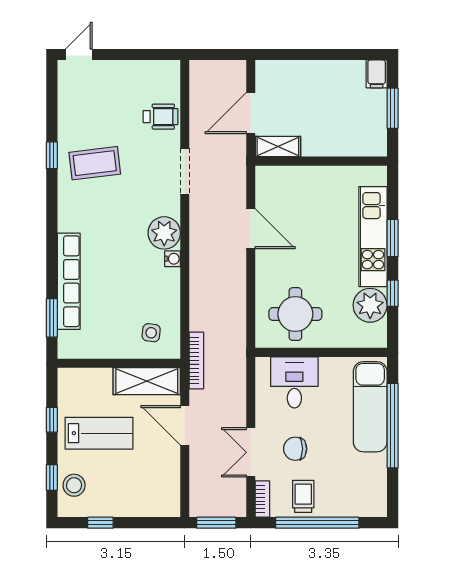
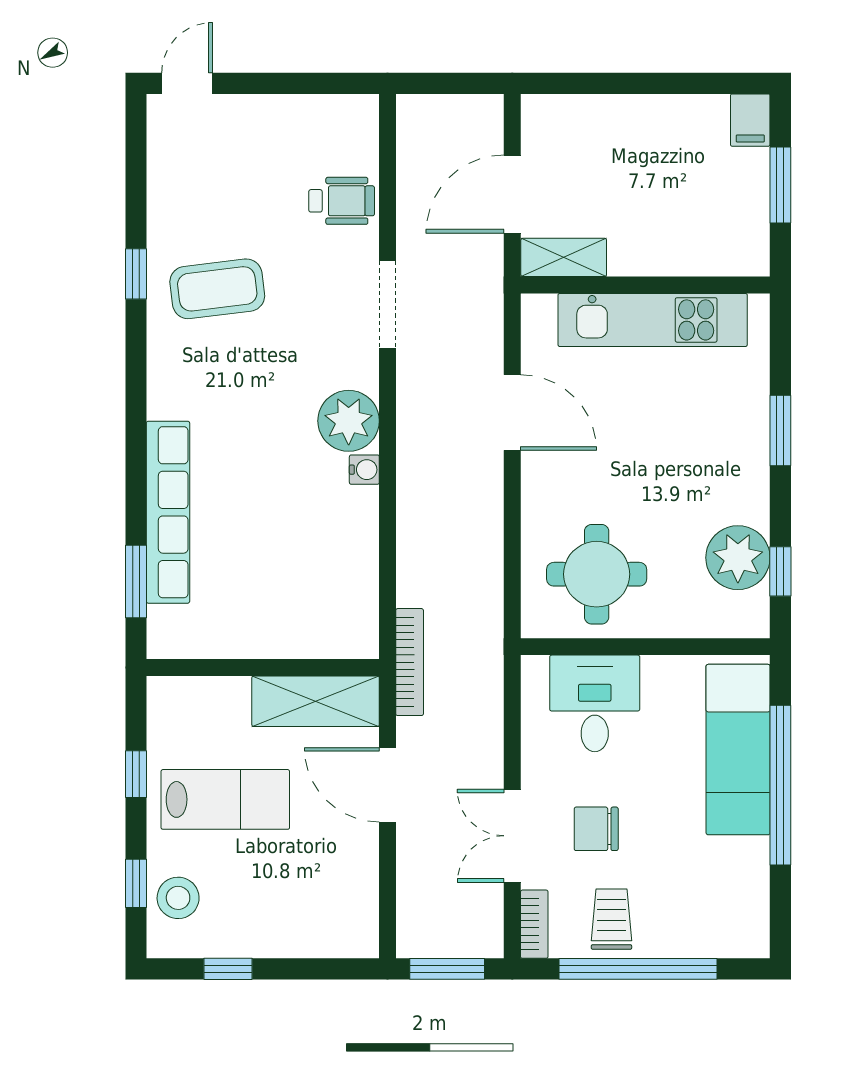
kitchen unit: (373, 237) -> (653, 320), moved, turned -90
window: (393, 293) -> (780, 571), moved
side table: (151, 333) -> (324, 610), removed

